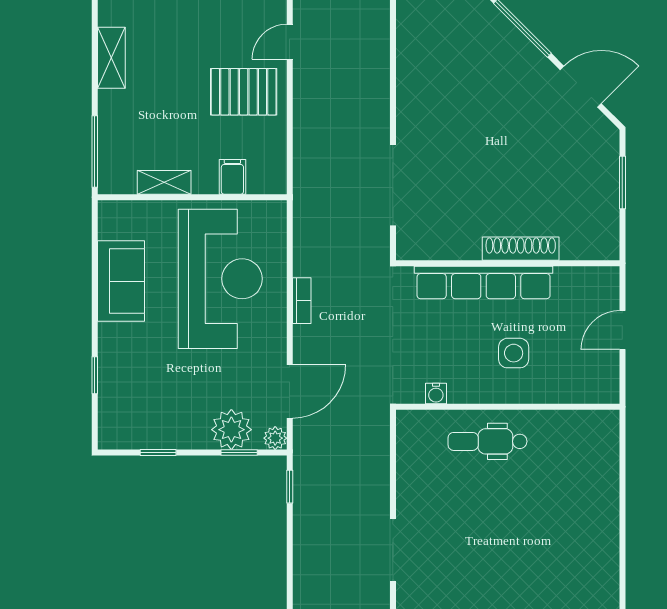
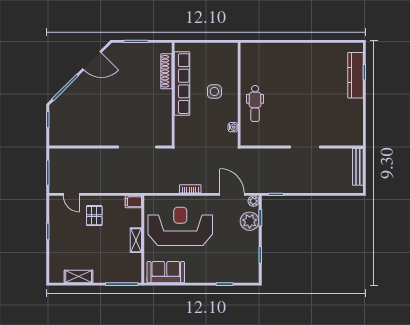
door: (581, 87) -> (92, 61), swing flipped
pallet: (244, 92) -> (94, 216), width x0.67, depth x0.71
filing cabinet: (232, 177) -> (133, 202), moved
shelving: (164, 182) -> (136, 240), moved
shoe rack: (521, 249) -> (166, 71), moved
sofa: (121, 281) -> (166, 272), moved
row of seats: (484, 283) -> (182, 84), moved
door: (622, 330) -> (204, 41), removed

